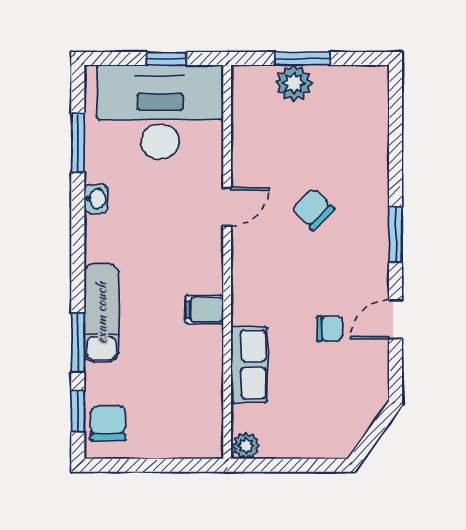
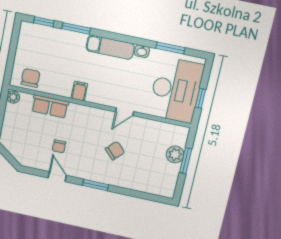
door: (227, 207) -> (125, 112), hinge flipped
exam couch: (101, 313) -> (110, 47), moved
chair: (108, 423) -> (31, 78), moved, turned -90

